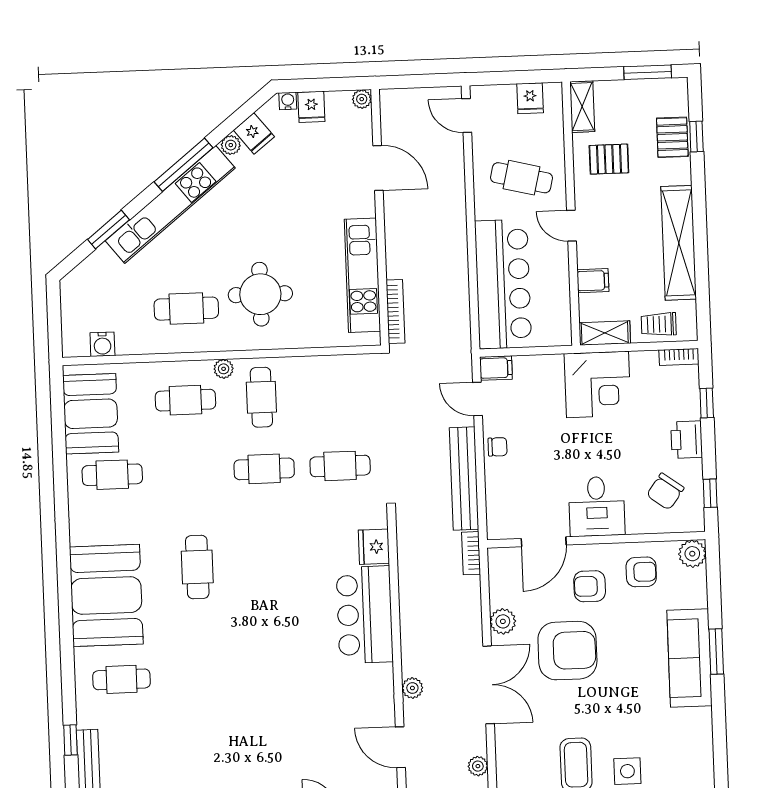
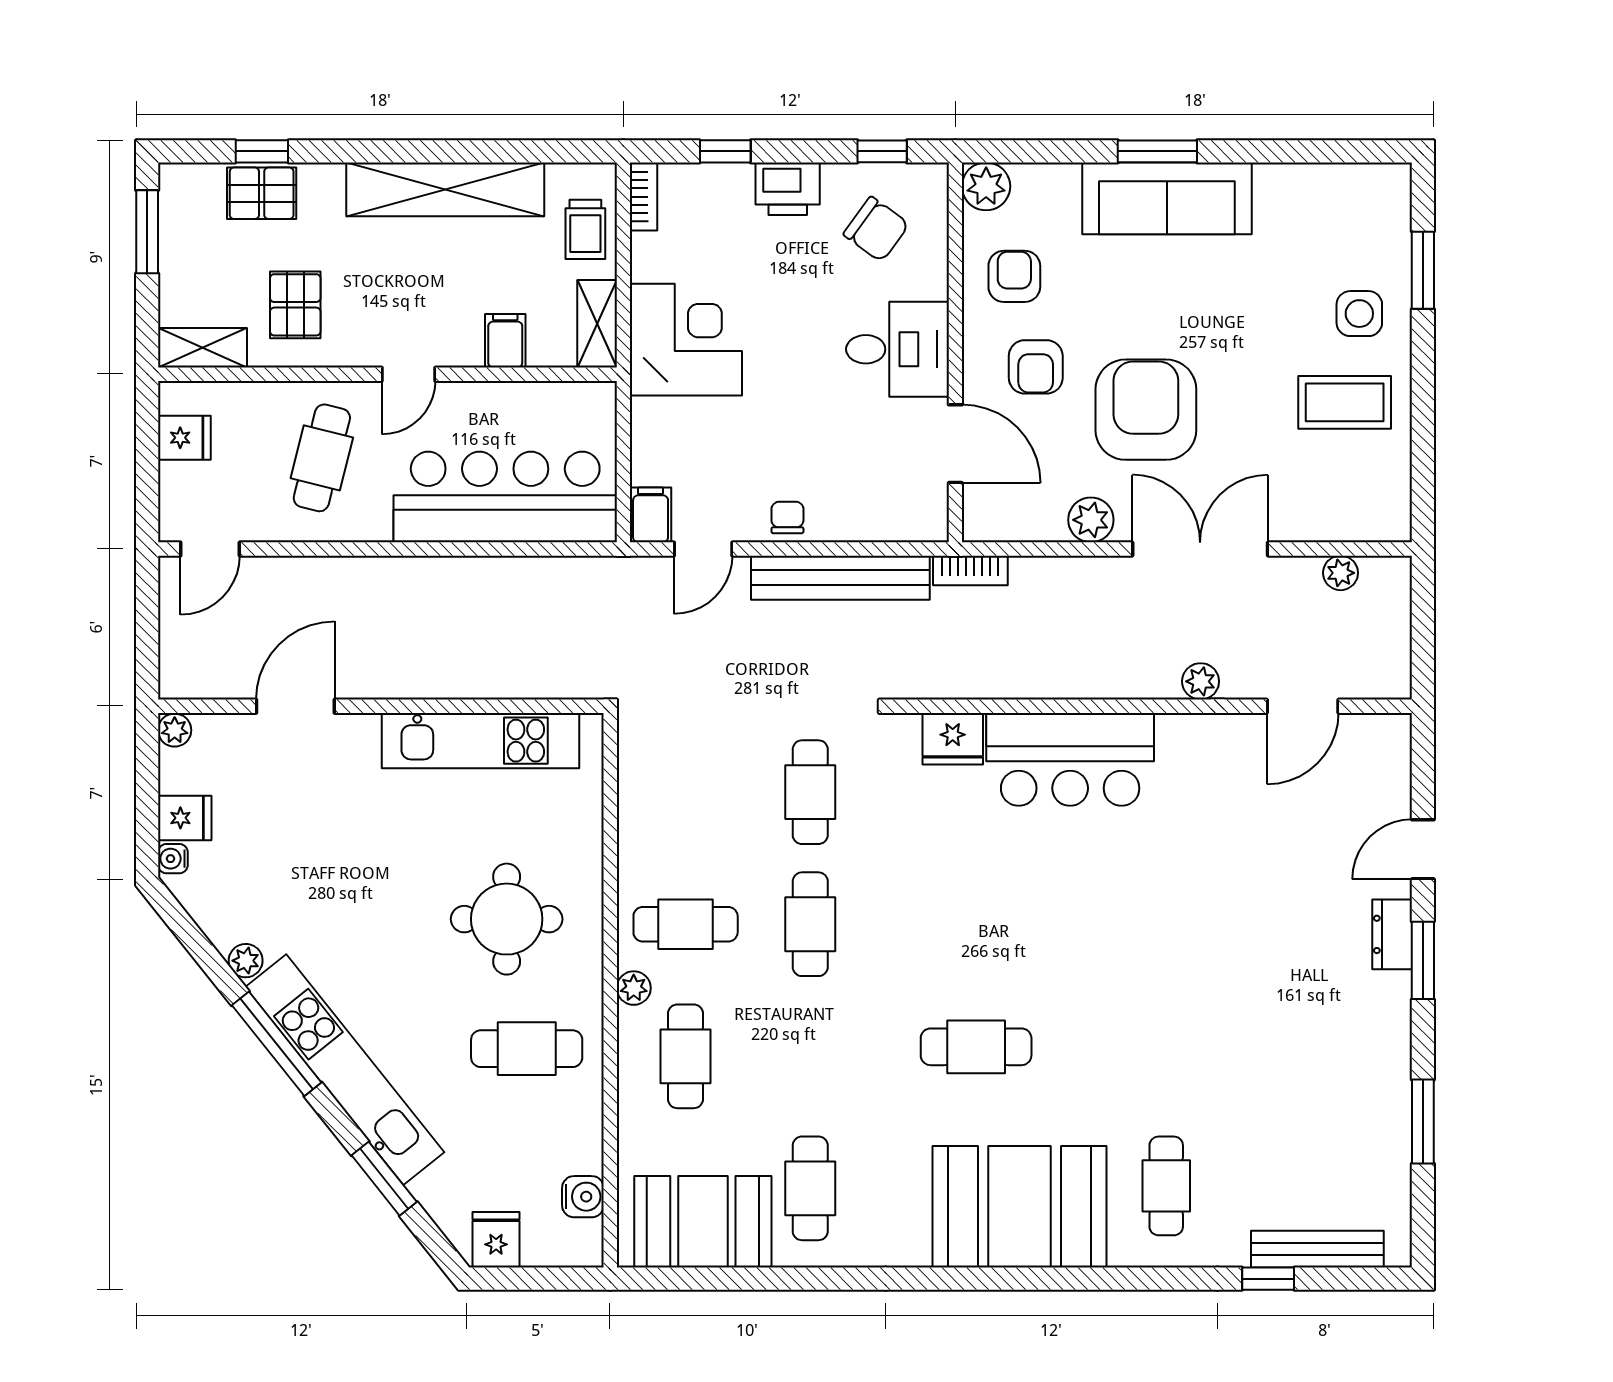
fridge: (254, 133) -> (496, 1240), moved, turned -51
cafe table: (186, 309) -> (527, 1049), turned 90
bookcase: (396, 311) -> (546, 686), removed

